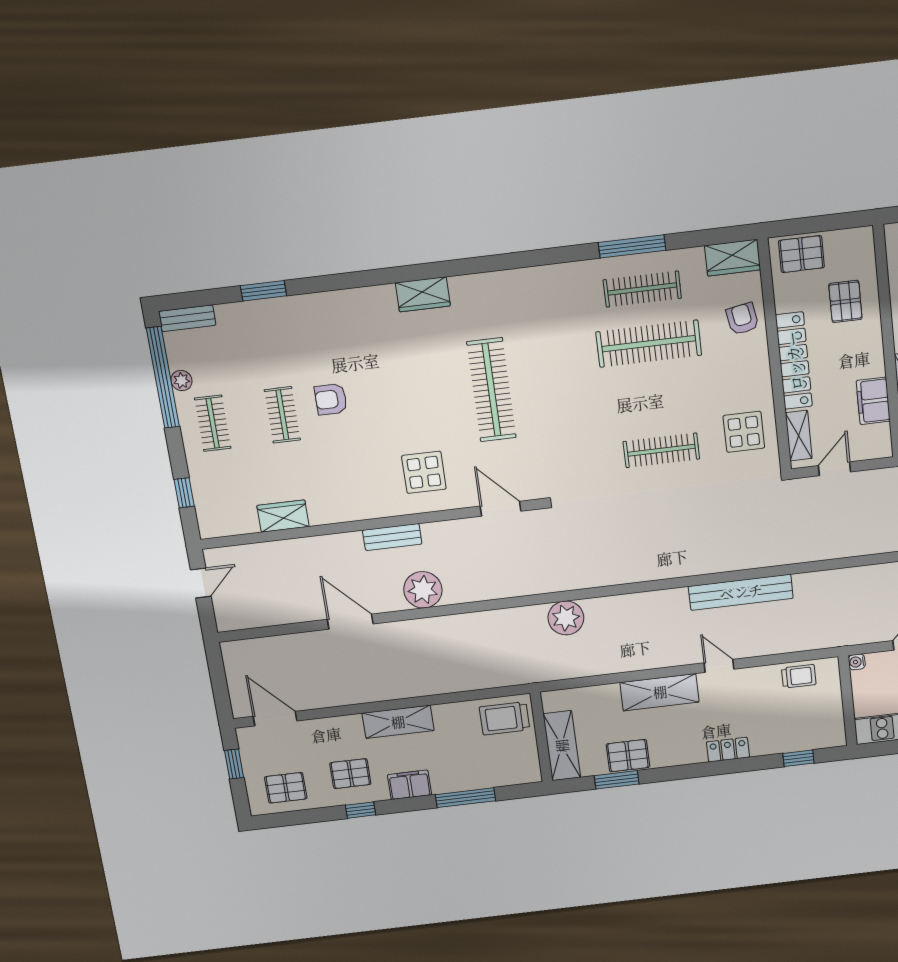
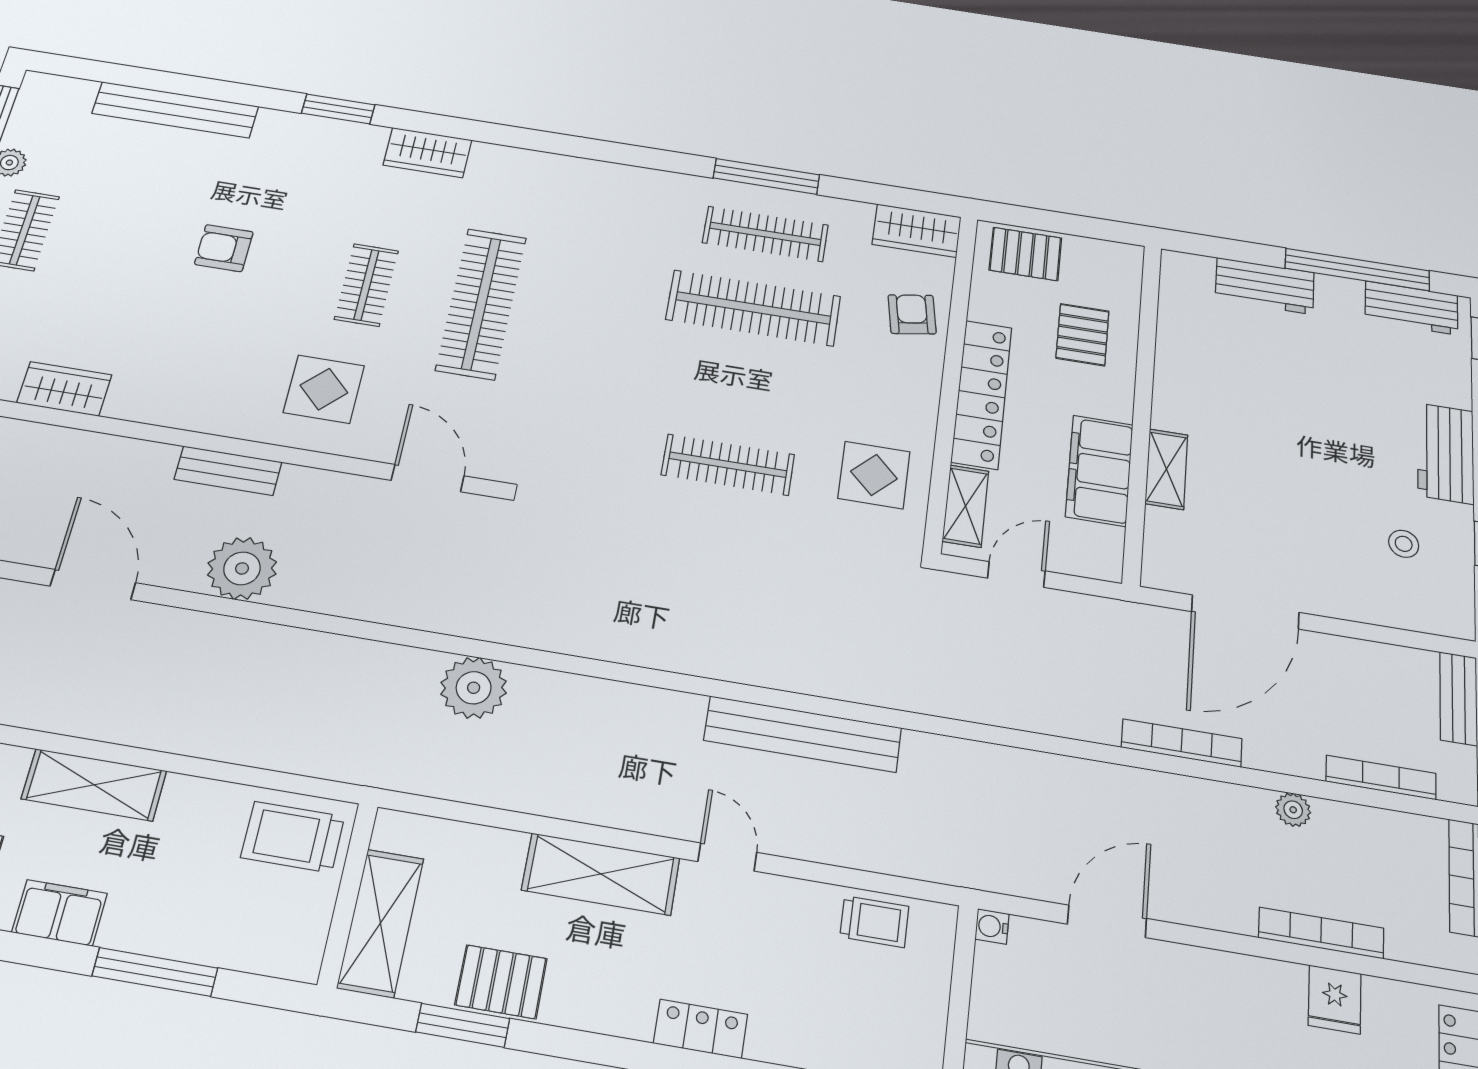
window: (263, 291) -> (338, 109), moved
bench: (187, 318) -> (175, 110), moved, width x1.86, depth x1.21
filing cabinet: (873, 401) -> (1099, 470), width x1.50, depth x1.17
clothes rail: (282, 415) -> (366, 285), moved

